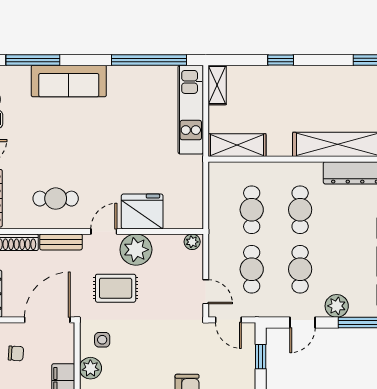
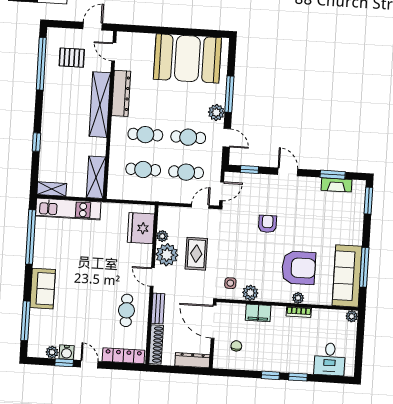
sofa: (69, 81) -> (43, 289), width x0.73
fridge: (142, 211) -> (141, 228), moved
plant: (192, 242) -> (162, 236), moved
rug: (116, 288) -> (196, 254), moved

